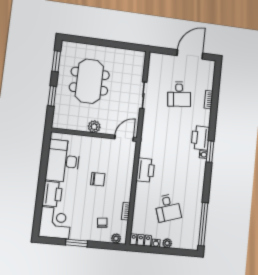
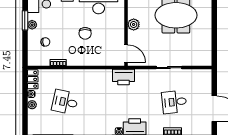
printer: (145, 170) -> (124, 77), moved
desk: (168, 208) -> (65, 102), turned 30
plant: (116, 238) -> (32, 25), moved

